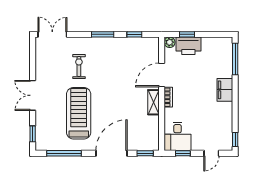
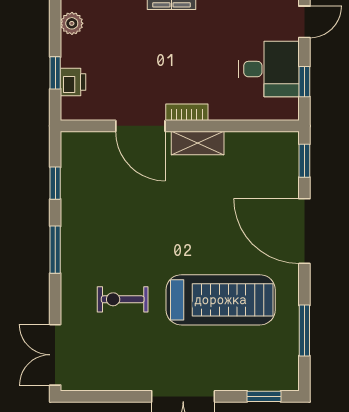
plant: (170, 42) -> (72, 23), moved
printer: (188, 46) -> (73, 82), width x0.53, depth x0.68
treadmill: (79, 113) -> (221, 300), turned 180
desk: (178, 136) -> (269, 69), moved
window: (64, 153) -> (304, 331), width x0.69
door: (211, 153) -> (304, 22), hinge flipped

